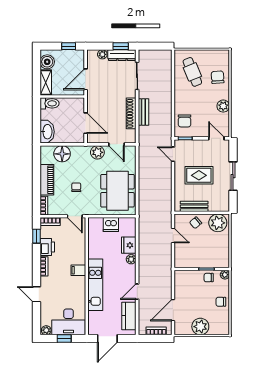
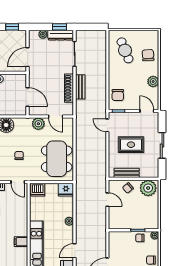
dishwasher: (111, 225) -> (38, 190), moved
fridge: (129, 245) -> (66, 190), moved, turned -90
filing cabinet: (78, 270) -> (21, 242), moved

